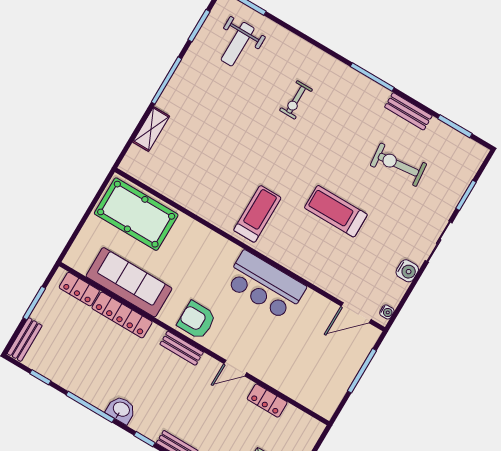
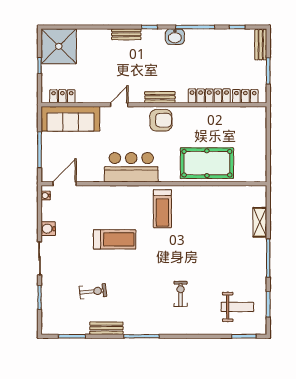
weight bench: (238, 44) -> (237, 307), turned 90
exercise bike: (398, 165) -> (93, 291), width x0.73, depth x0.72
pool table: (136, 214) -> (207, 163), moved
sofa: (129, 282) -> (70, 119), moved
locker: (267, 401) -> (62, 96), moved

